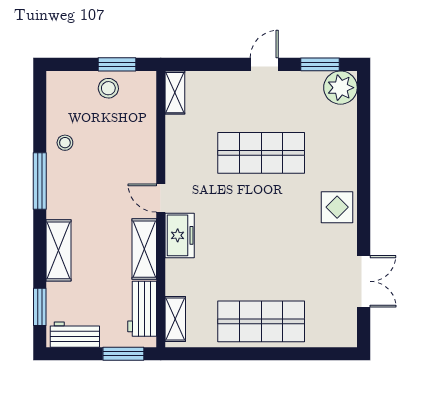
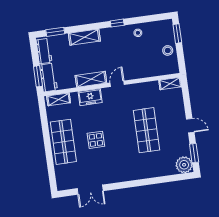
window: (117, 64) -> (177, 34), moved
window: (40, 181) -> (117, 23), width x0.46
display table: (337, 207) -> (96, 140), moved
freezer: (180, 235) -> (90, 97), moved
workbench: (142, 309) -> (49, 77), moved, turned 90

